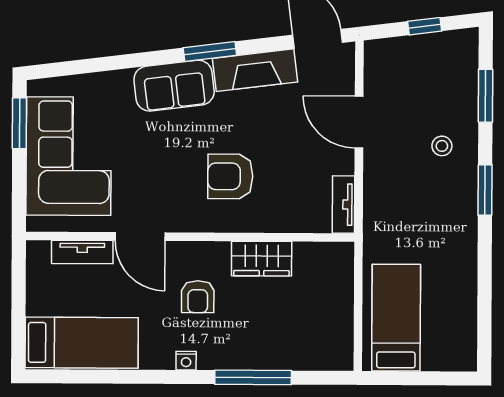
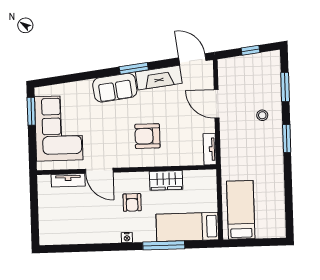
bed: (82, 343) -> (187, 227), moved, turned 180

